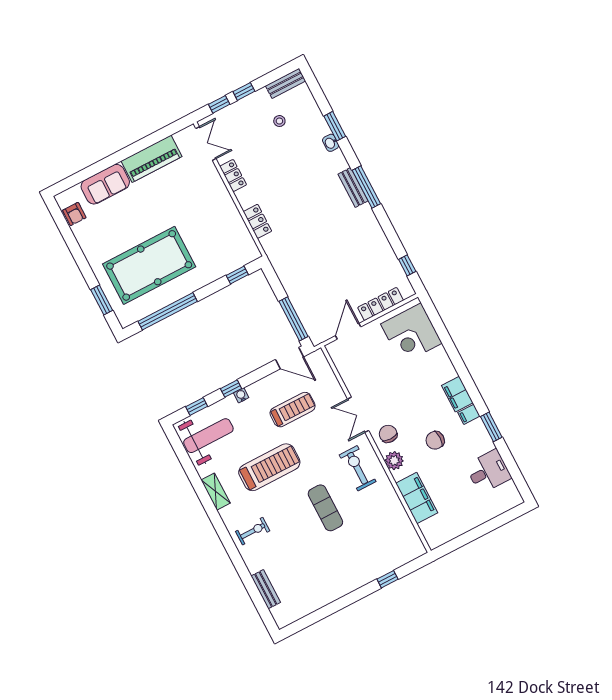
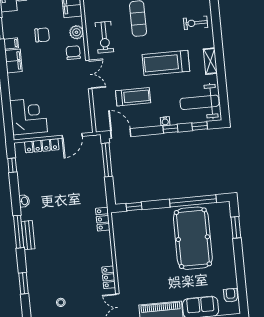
washbasin: (331, 143) -> (24, 201), moved
locker: (257, 221) -> (103, 219), moved
pool table: (149, 265) -> (193, 238), turned 90
treadmill: (293, 410) -> (133, 97), turned 180
chair: (388, 434) -> (73, 53), turned 180

